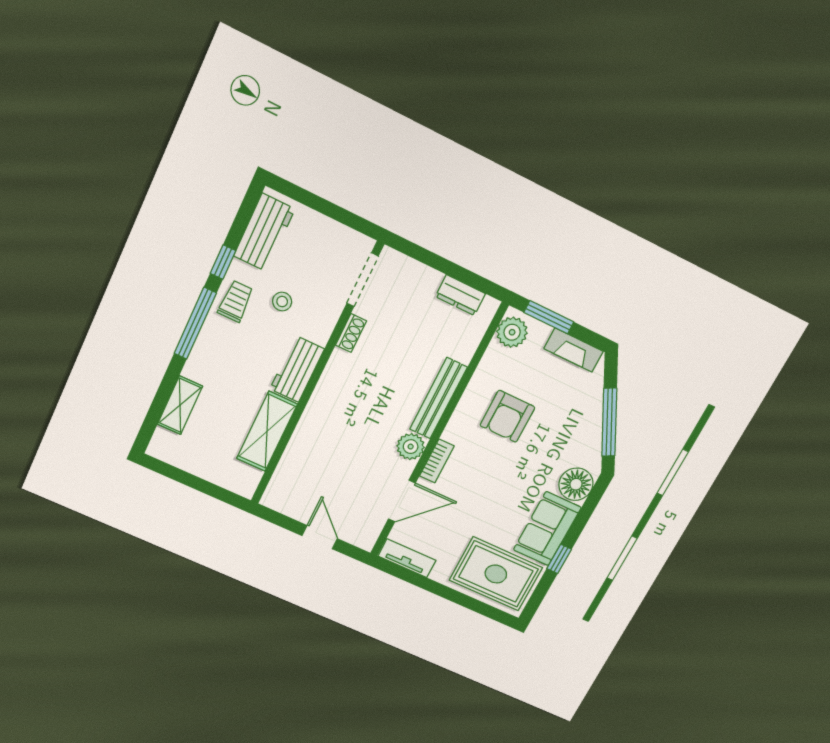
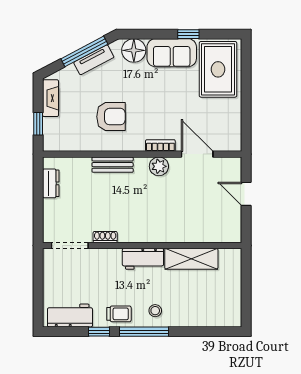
trolley: (236, 301) -> (119, 314), turned 180
stool: (282, 302) -> (155, 311), moved
window: (549, 317) -> (38, 124), width x0.67
plant: (512, 332) -> (58, 141), removed
bench: (438, 398) -> (113, 165), width x0.73
shelving: (180, 405) -> (200, 319), removed
door: (320, 537) -> (246, 194), hinge flipped
tv unit: (407, 558) -> (94, 60), moved, turned -118

